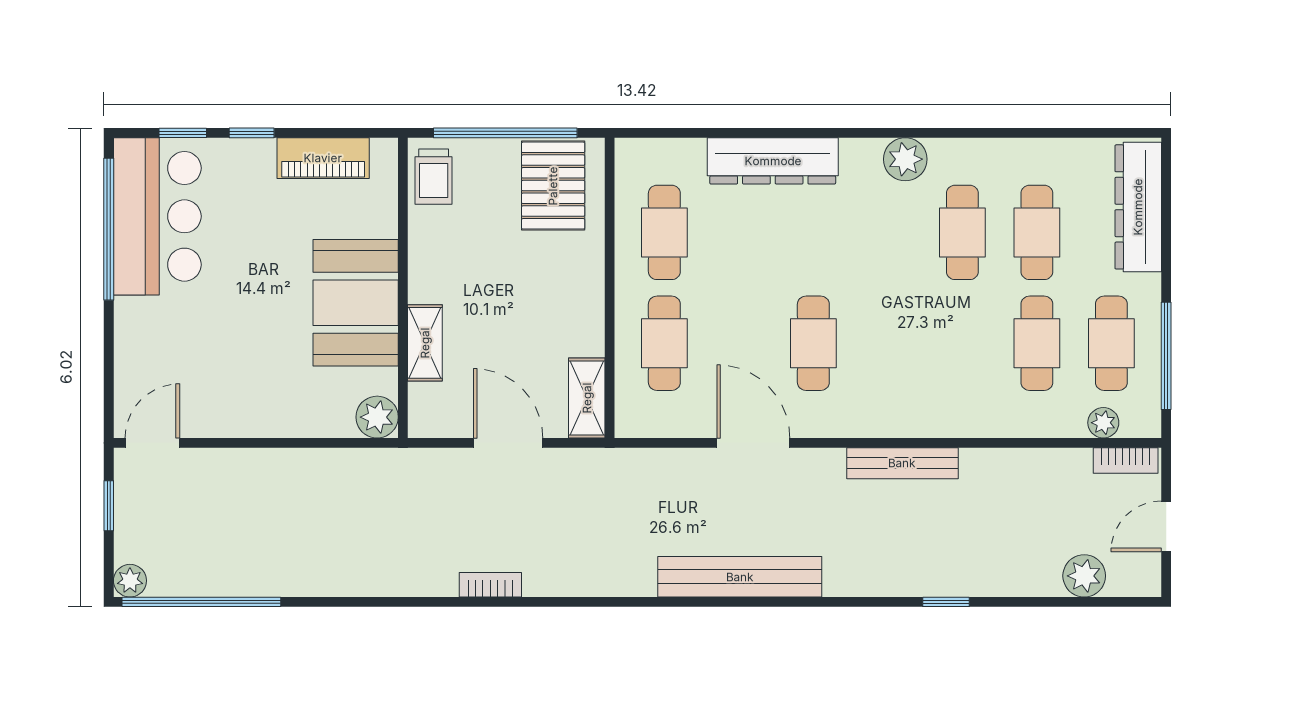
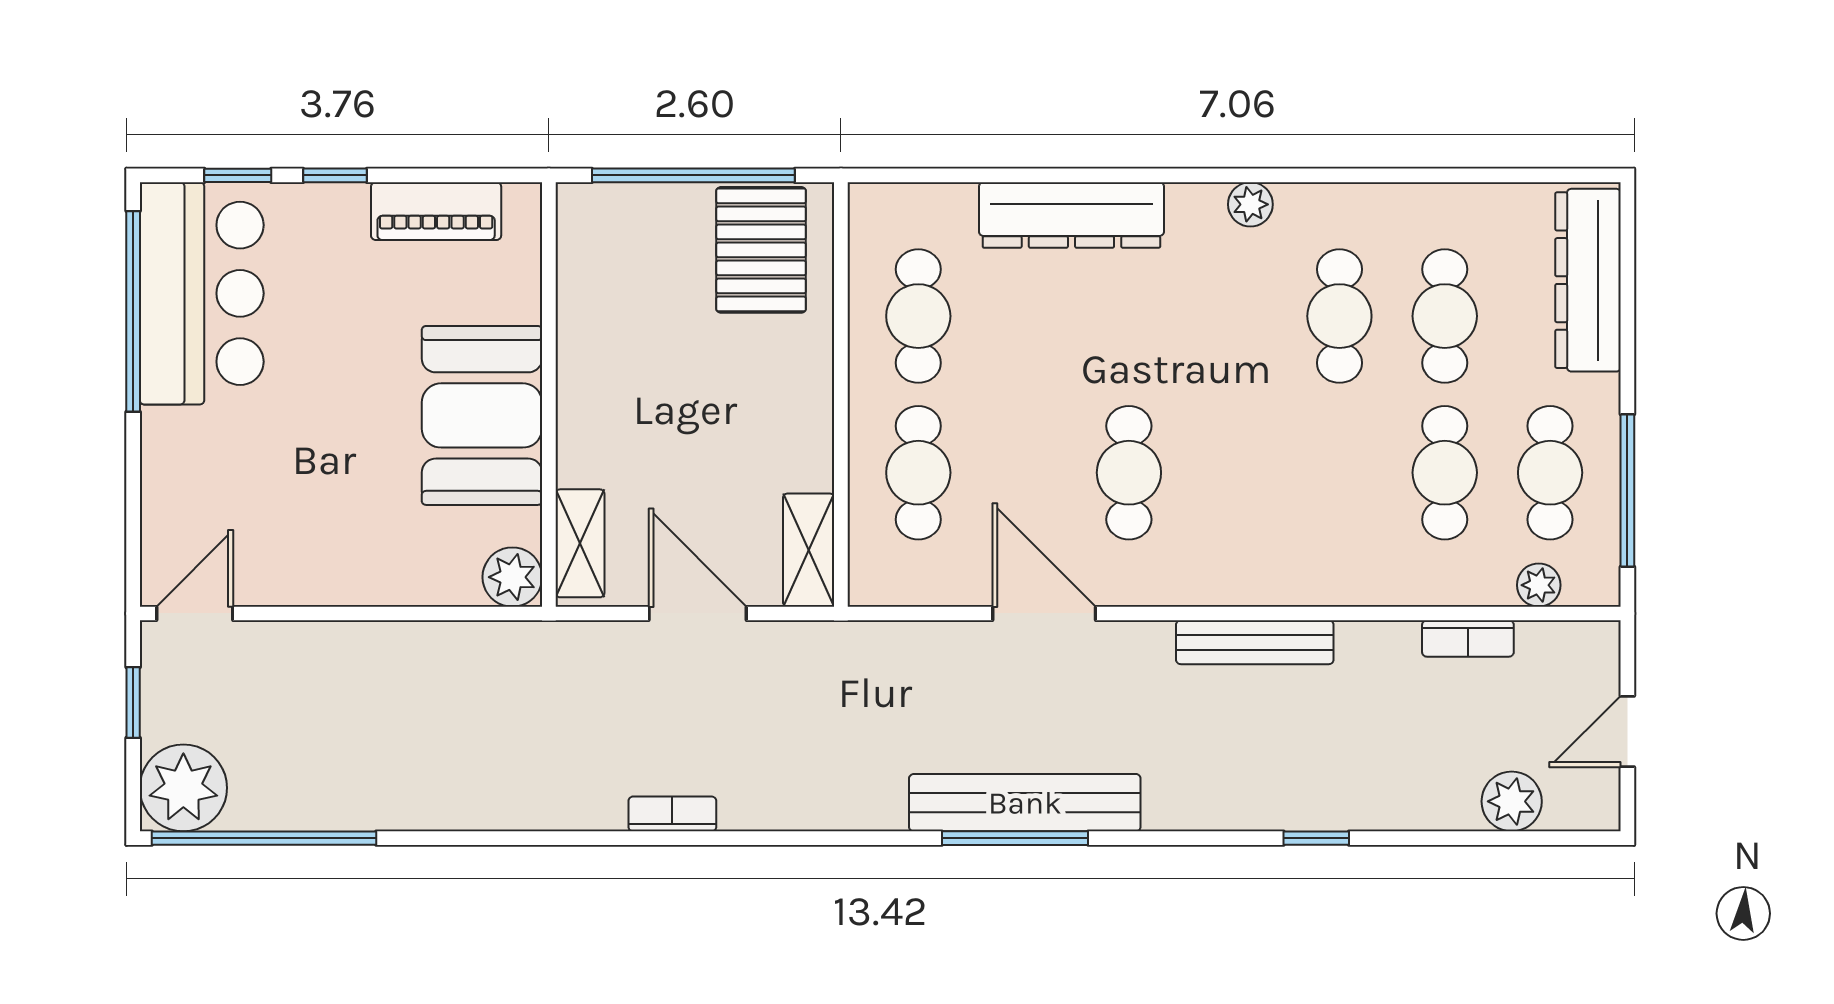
plant: (905, 159) -> (1250, 204), width x0.73, depth x0.73
trolley: (434, 177) -> (592, 237), removed
shelving: (425, 343) -> (580, 543), moved
bookcase: (1126, 461) -> (1468, 639), moved
plant: (130, 581) -> (183, 788), width x1.88, depth x1.88
window: (733, 602) -> (1015, 838), added

